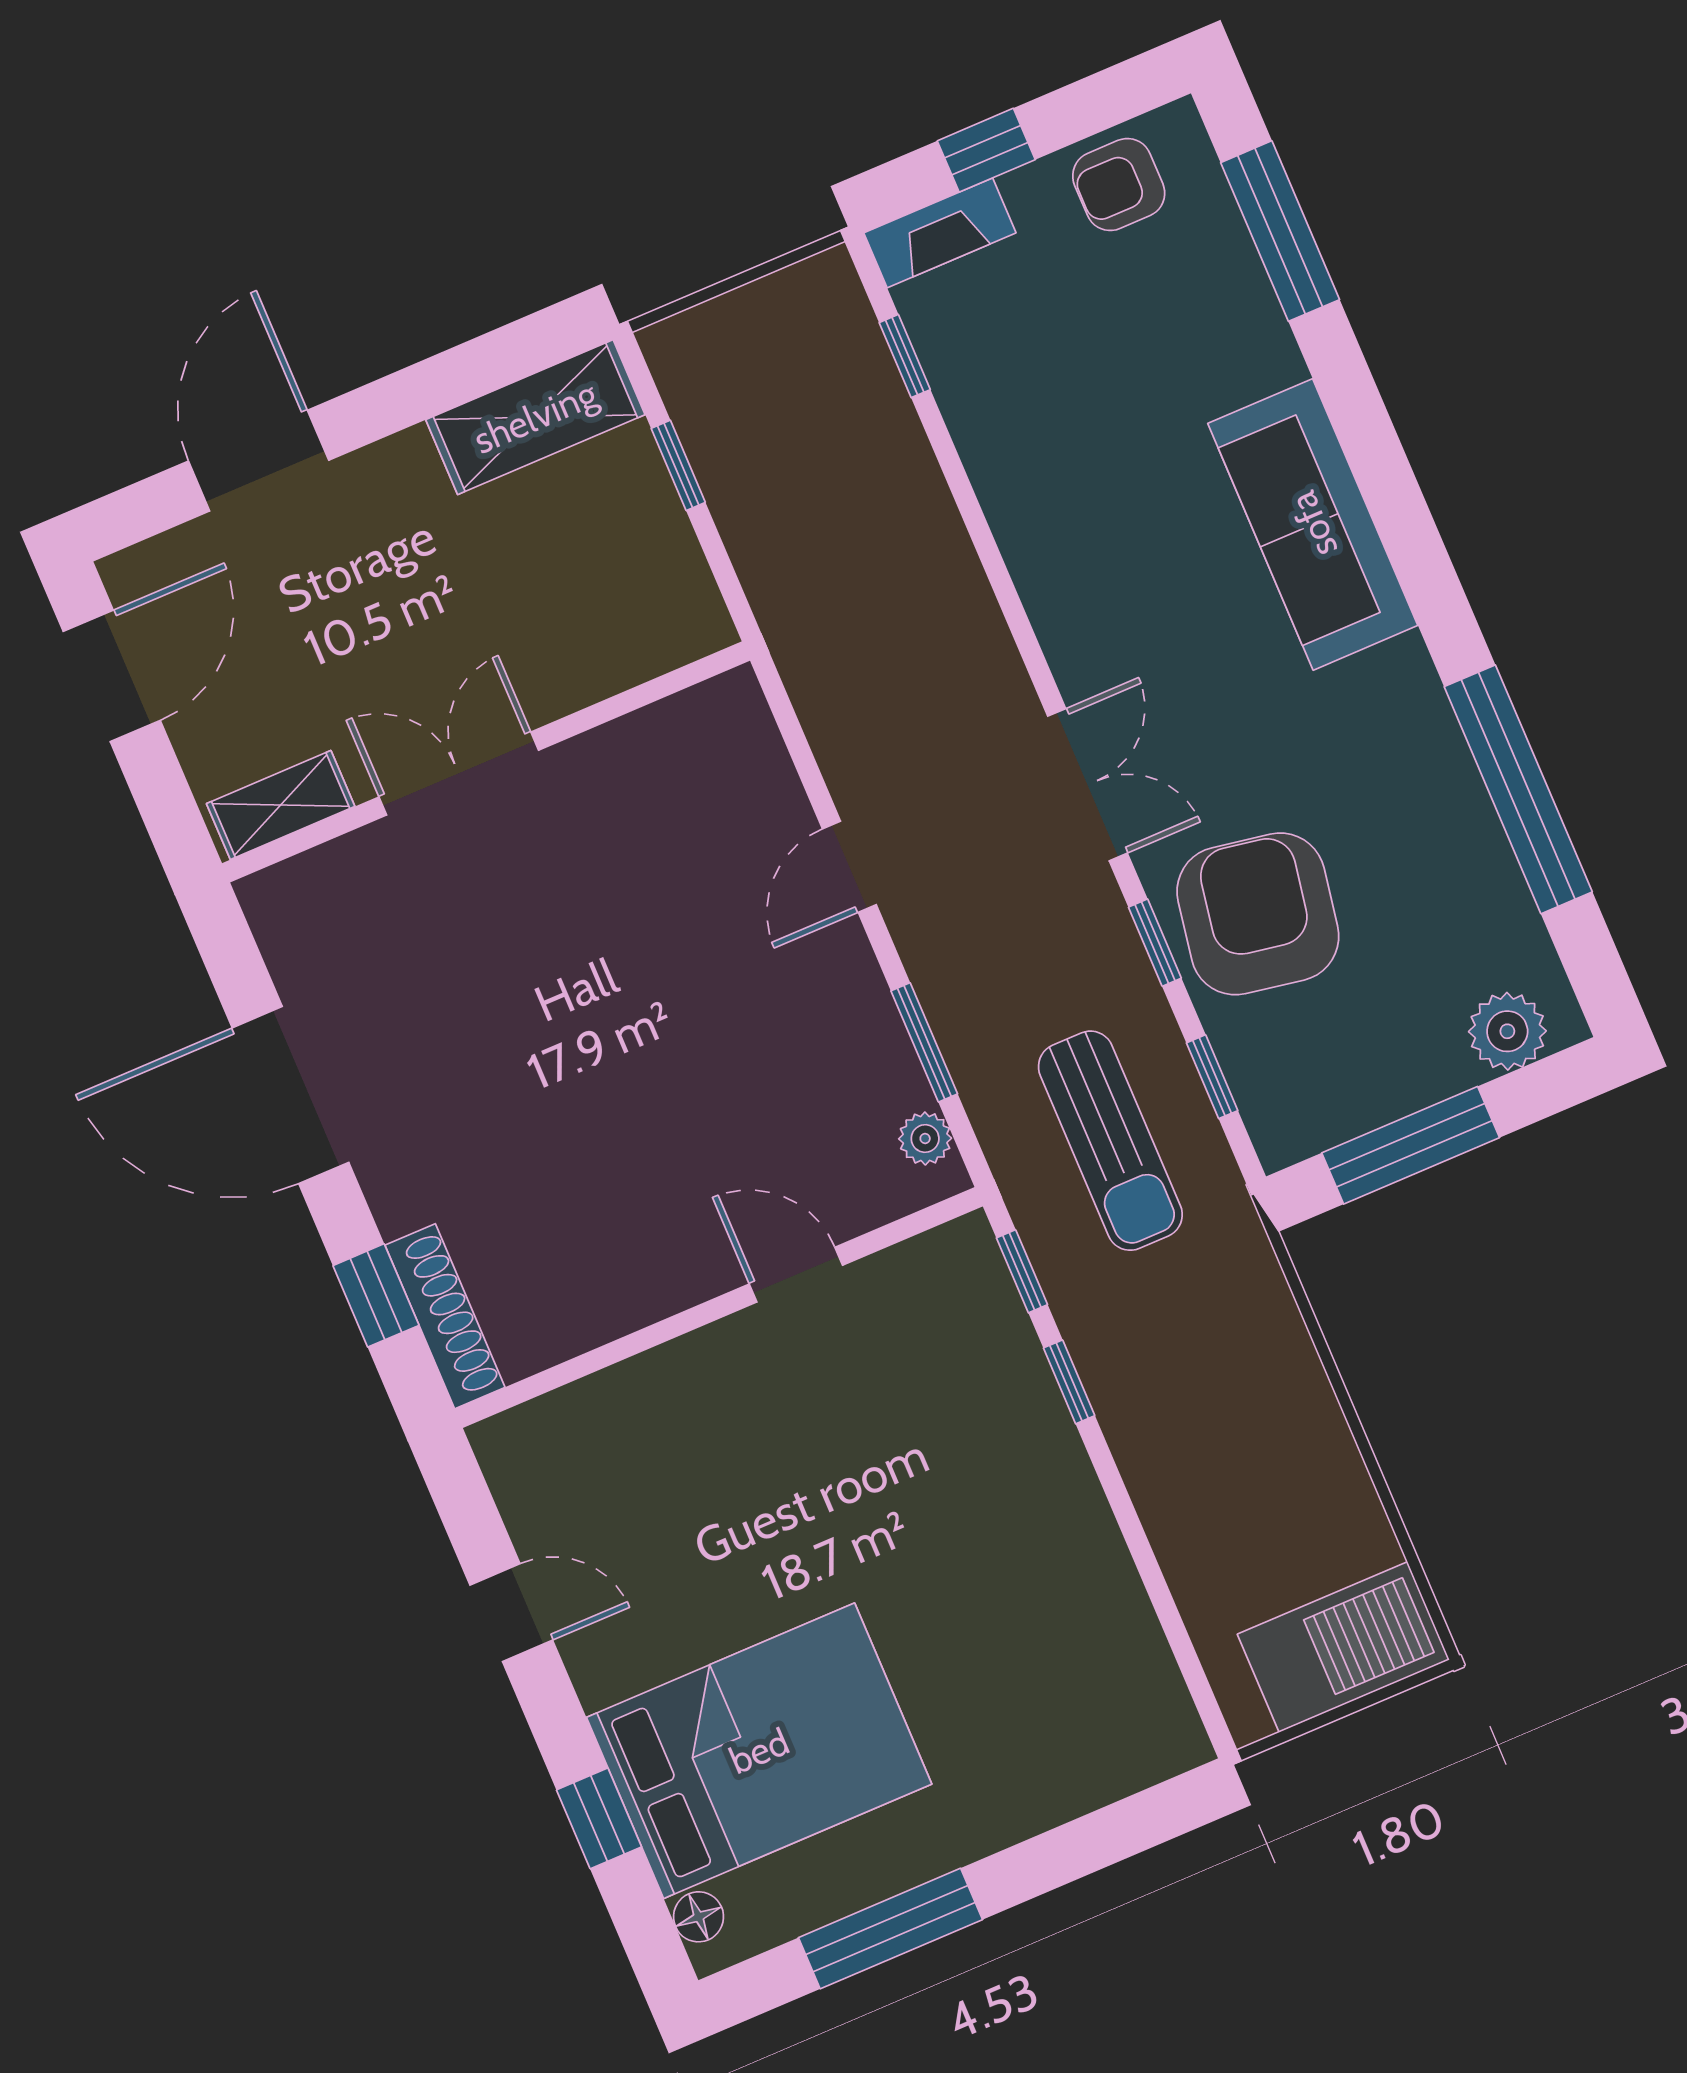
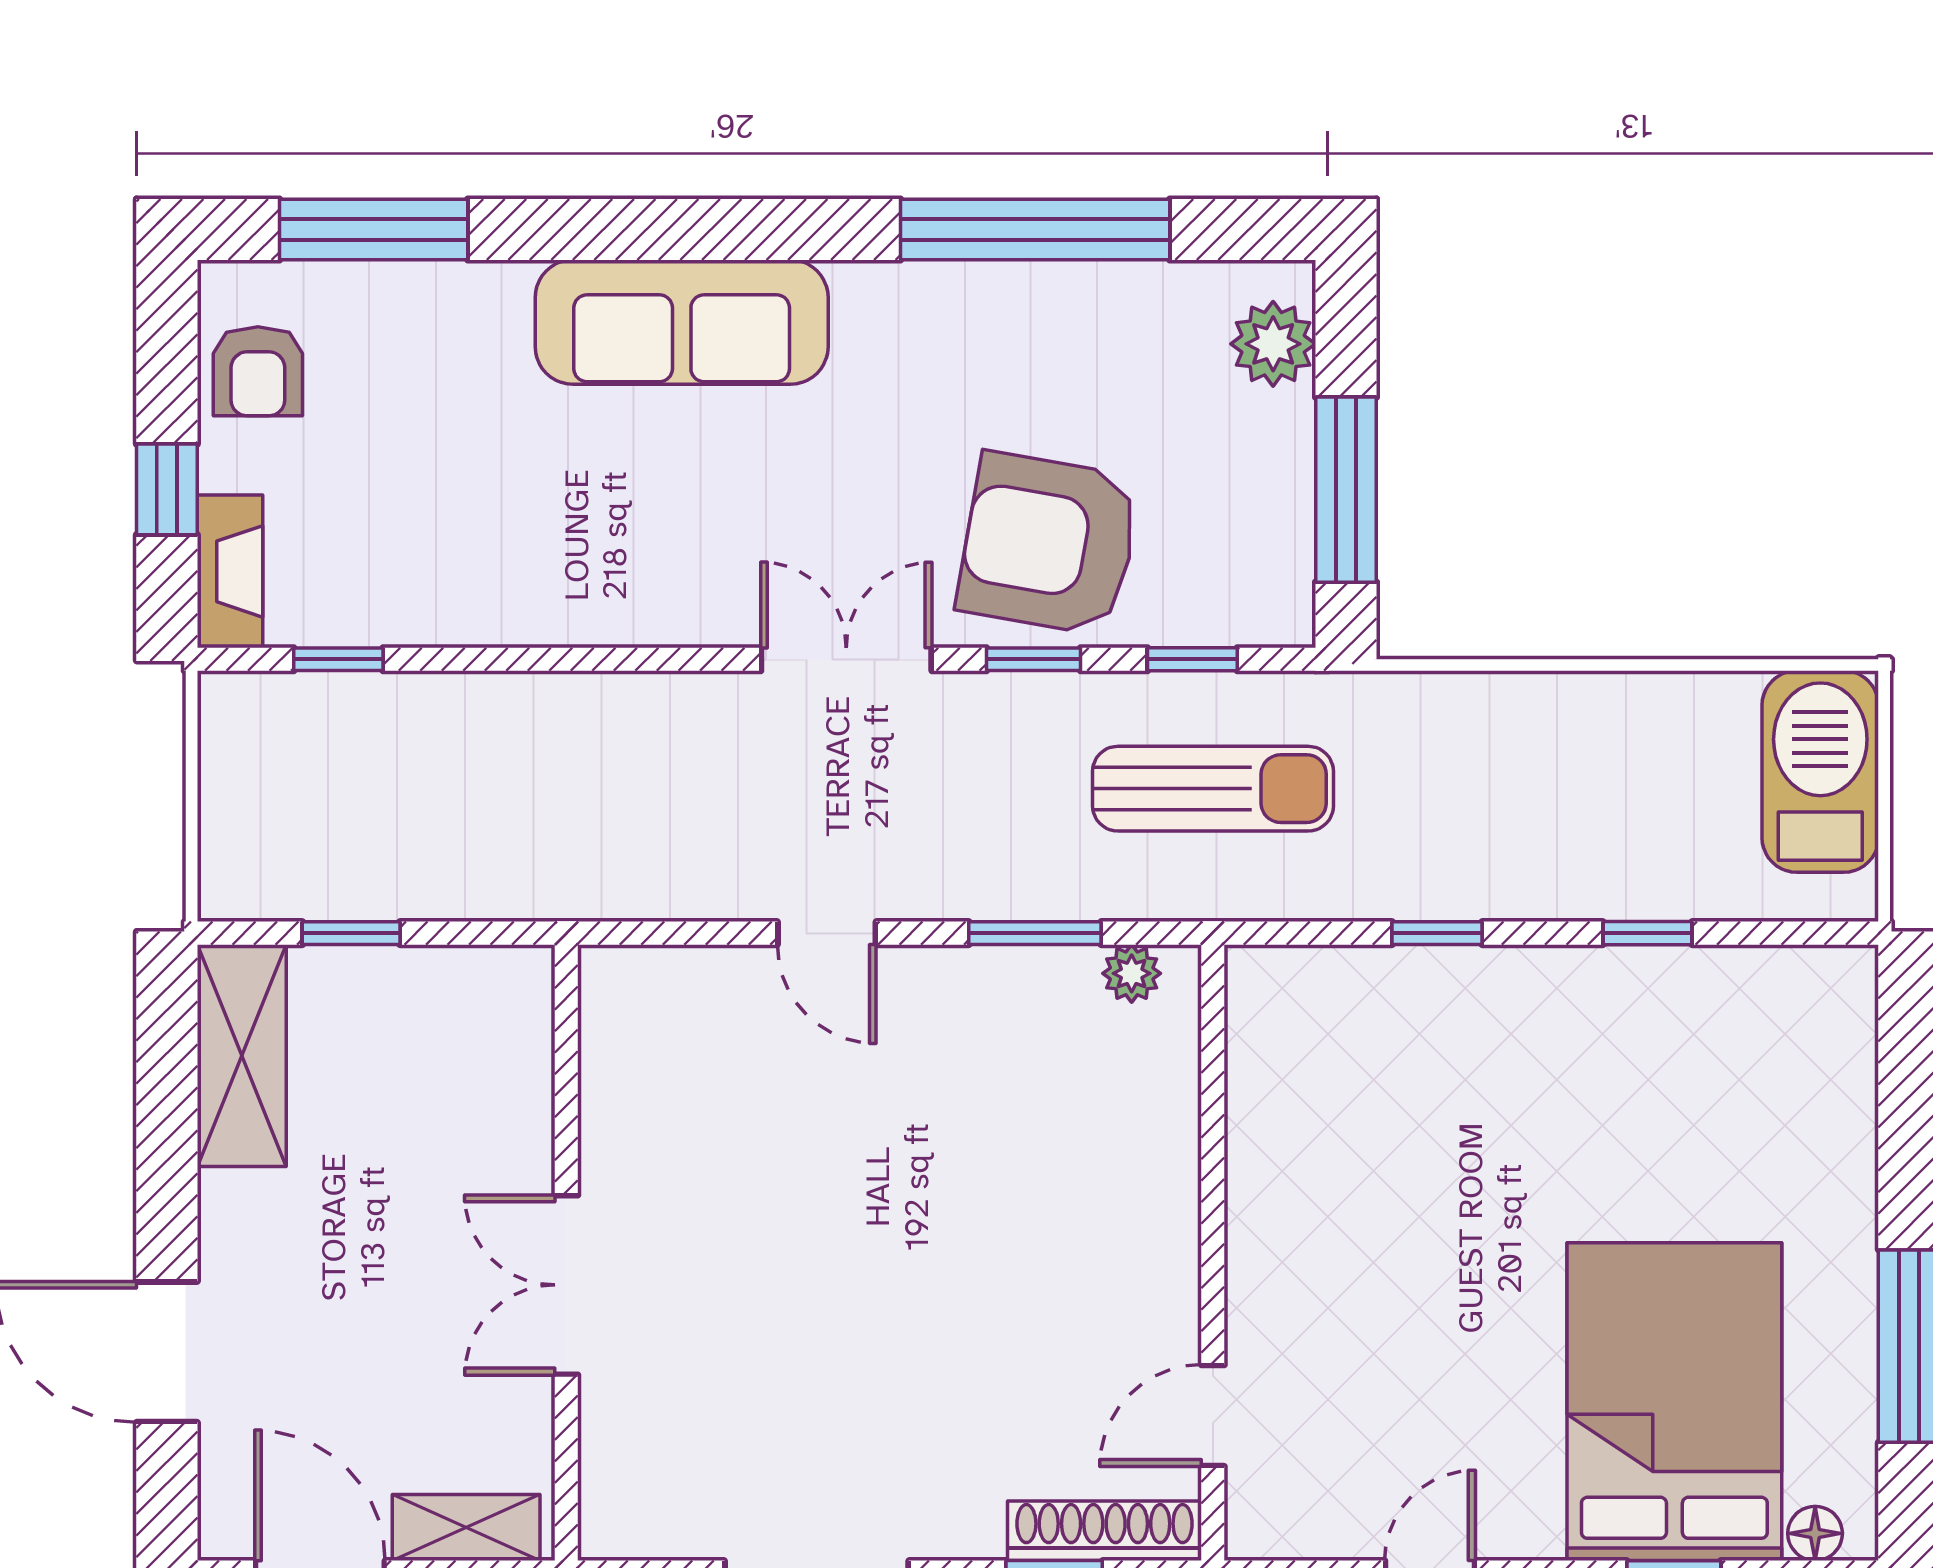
shelving: (281, 805) -> (466, 1528), moved, turned 90
window: (1022, 1271) -> (1647, 933), moved
door: (796, 1275) -> (1213, 1416), moved

